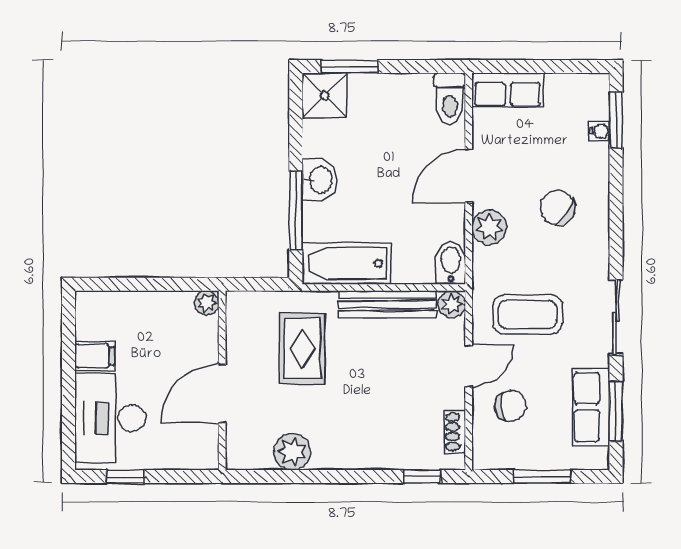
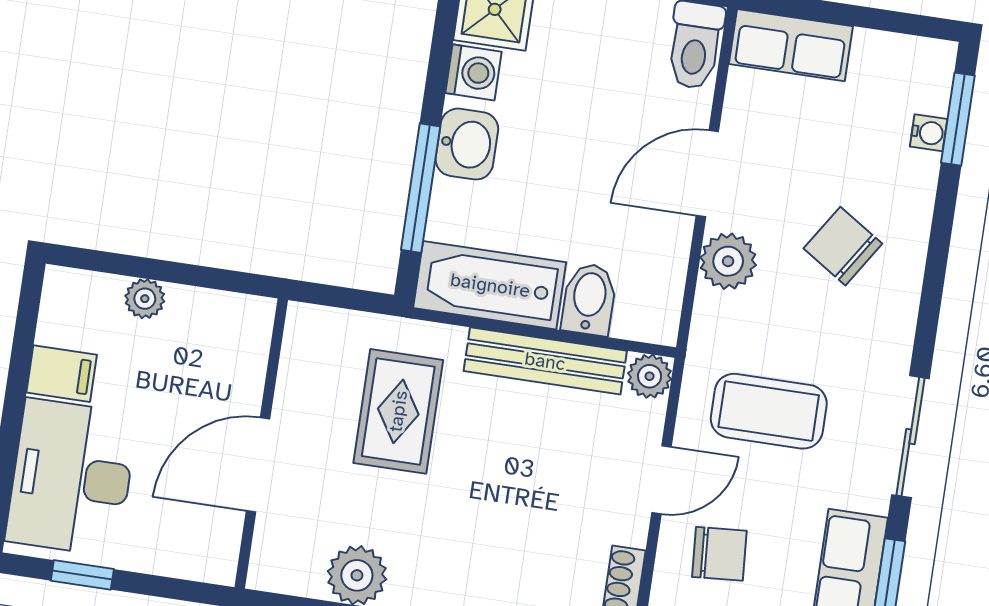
washing machine: (317, 136) -> (473, 72), added
bidet: (451, 263) -> (589, 299), moved
plant: (207, 303) -> (145, 299), moved

